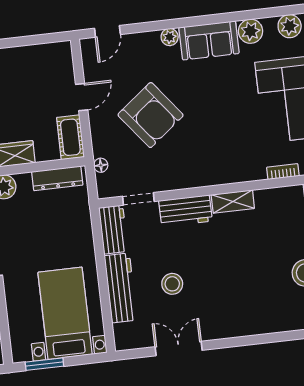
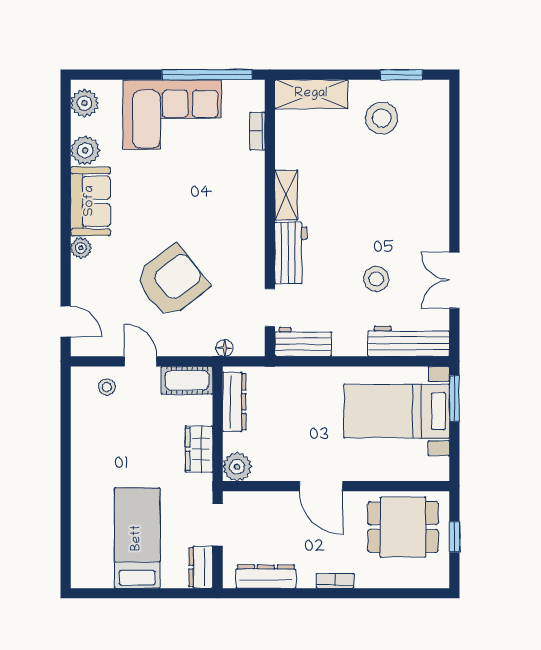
stool: (57, 72) -> (107, 387), added
workbench: (121, 288) -> (409, 341), moved
window: (44, 364) -> (454, 398), moved

